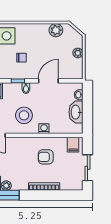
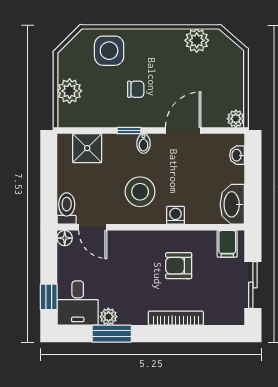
plant: (78, 53) -> (236, 119), moved
washbasin: (76, 112) -> (232, 204), moved

